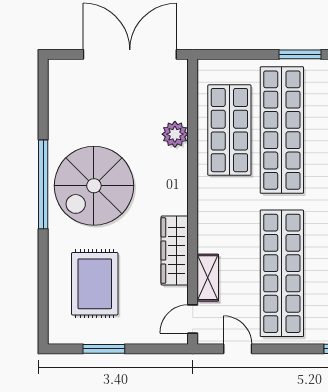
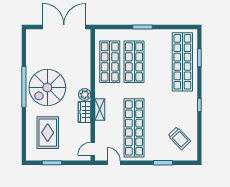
shop shelf: (282, 130) -> (134, 62), width x0.71
plant: (175, 134) -> (85, 94), moved
wardrobe: (175, 251) -> (85, 112), width x0.67
shelving: (208, 278) -> (100, 110), moved

